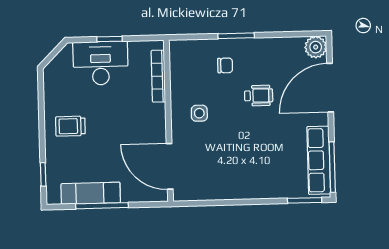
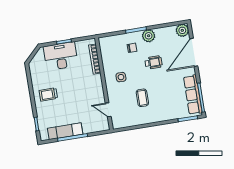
plant: (256, 49) -> (149, 36), added
coffee table: (231, 154) -> (142, 98), added
door: (170, 166) -> (108, 110), width x0.53

